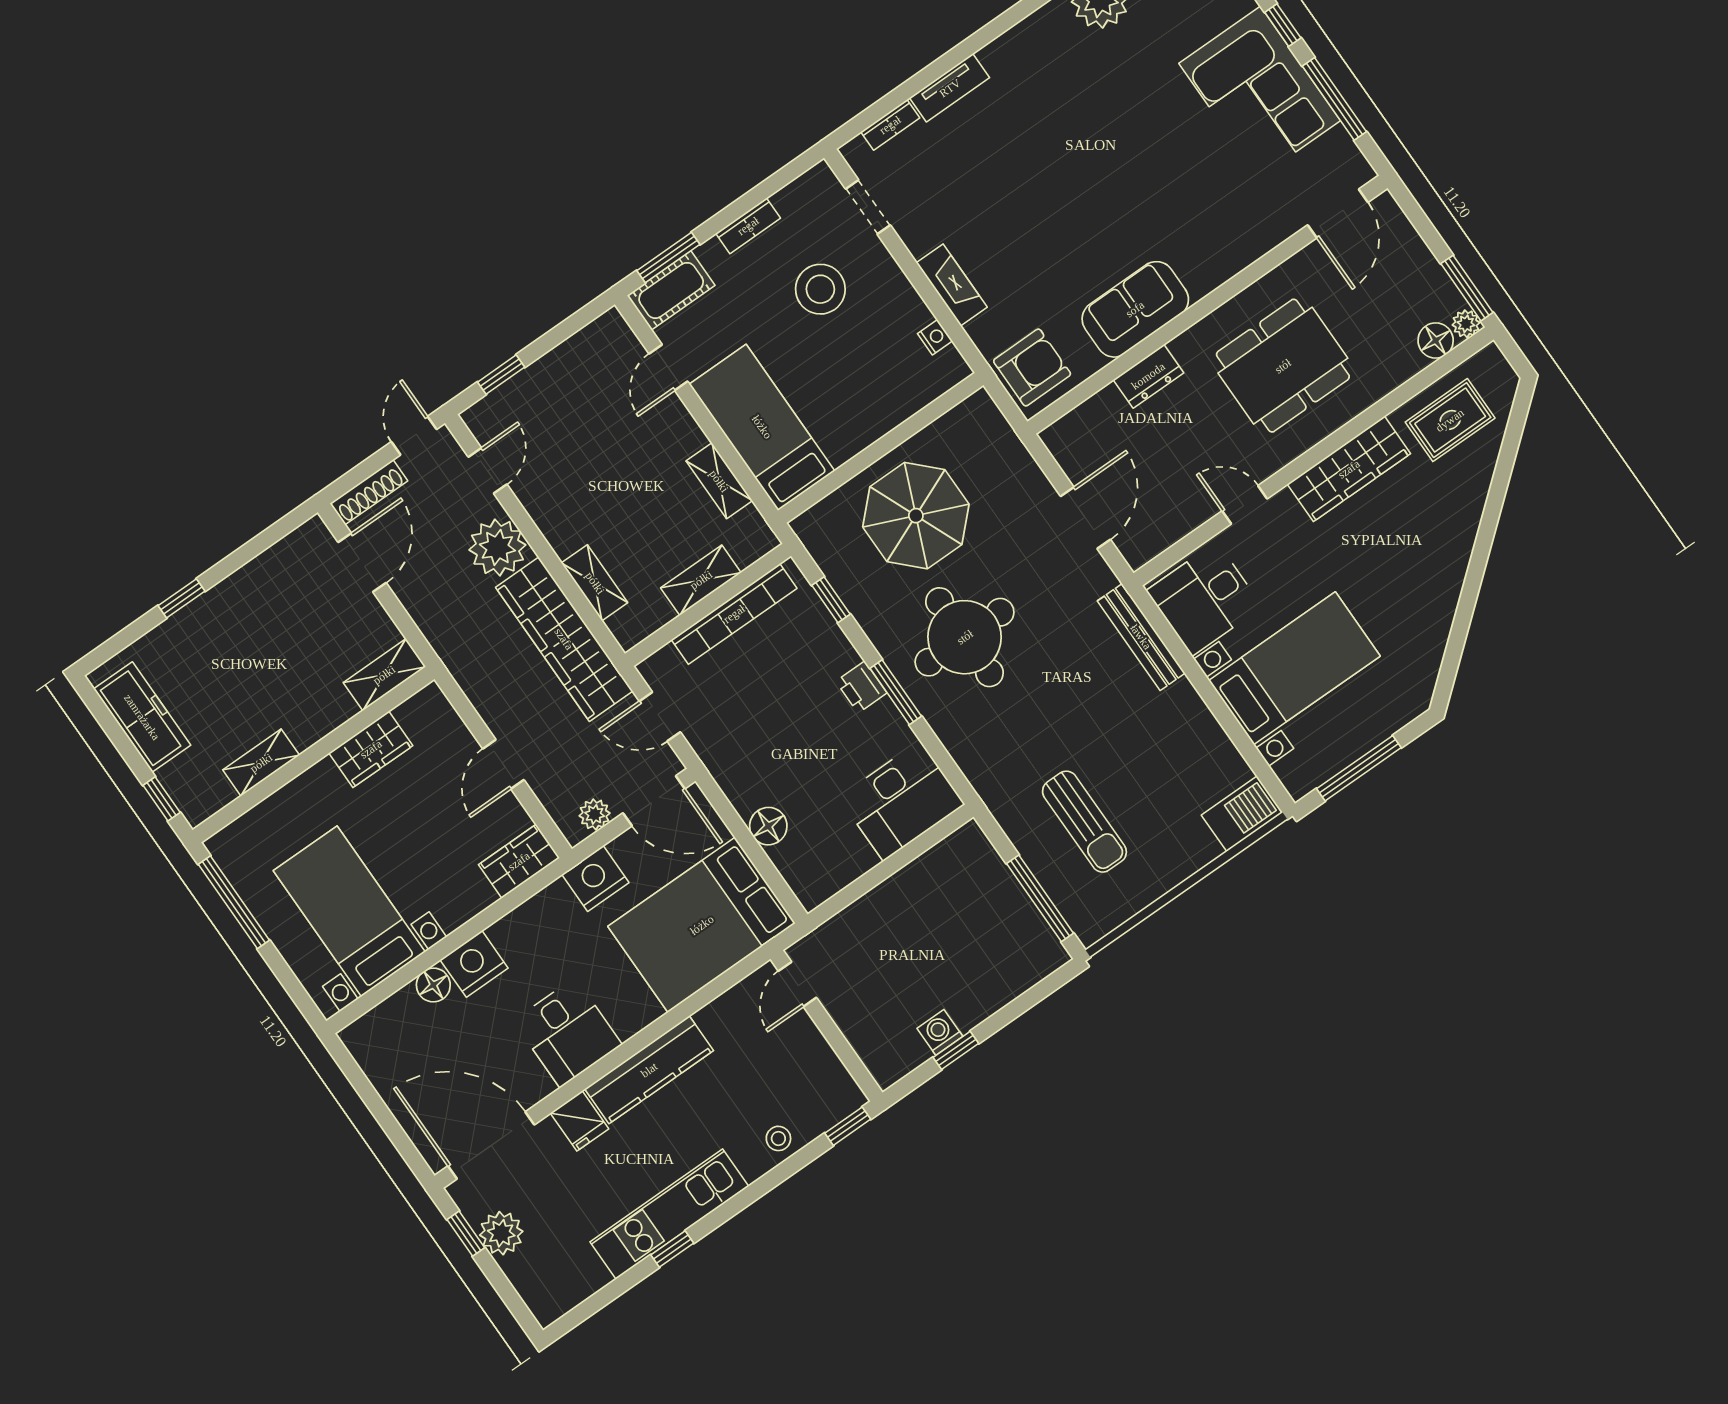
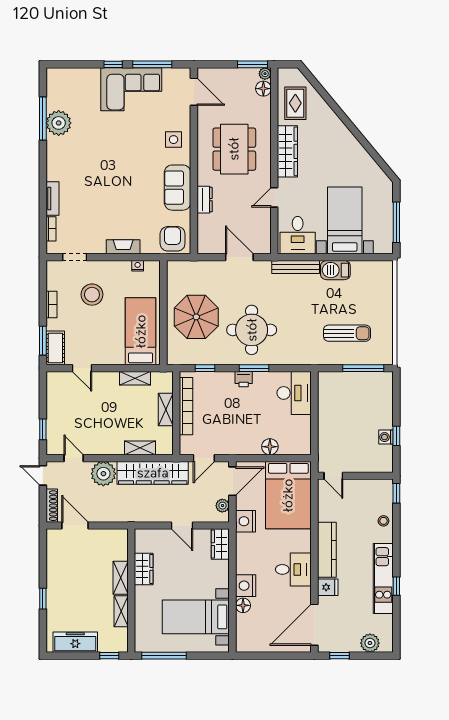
side table: (1221, 238) -> (174, 140), added
bed: (762, 427) -> (141, 331), moved, turned 90
shelving: (384, 675) -> (121, 578), moved
barbecue: (1242, 814) -> (335, 270), moved, turned -90
plant: (501, 1233) -> (370, 643), moved

